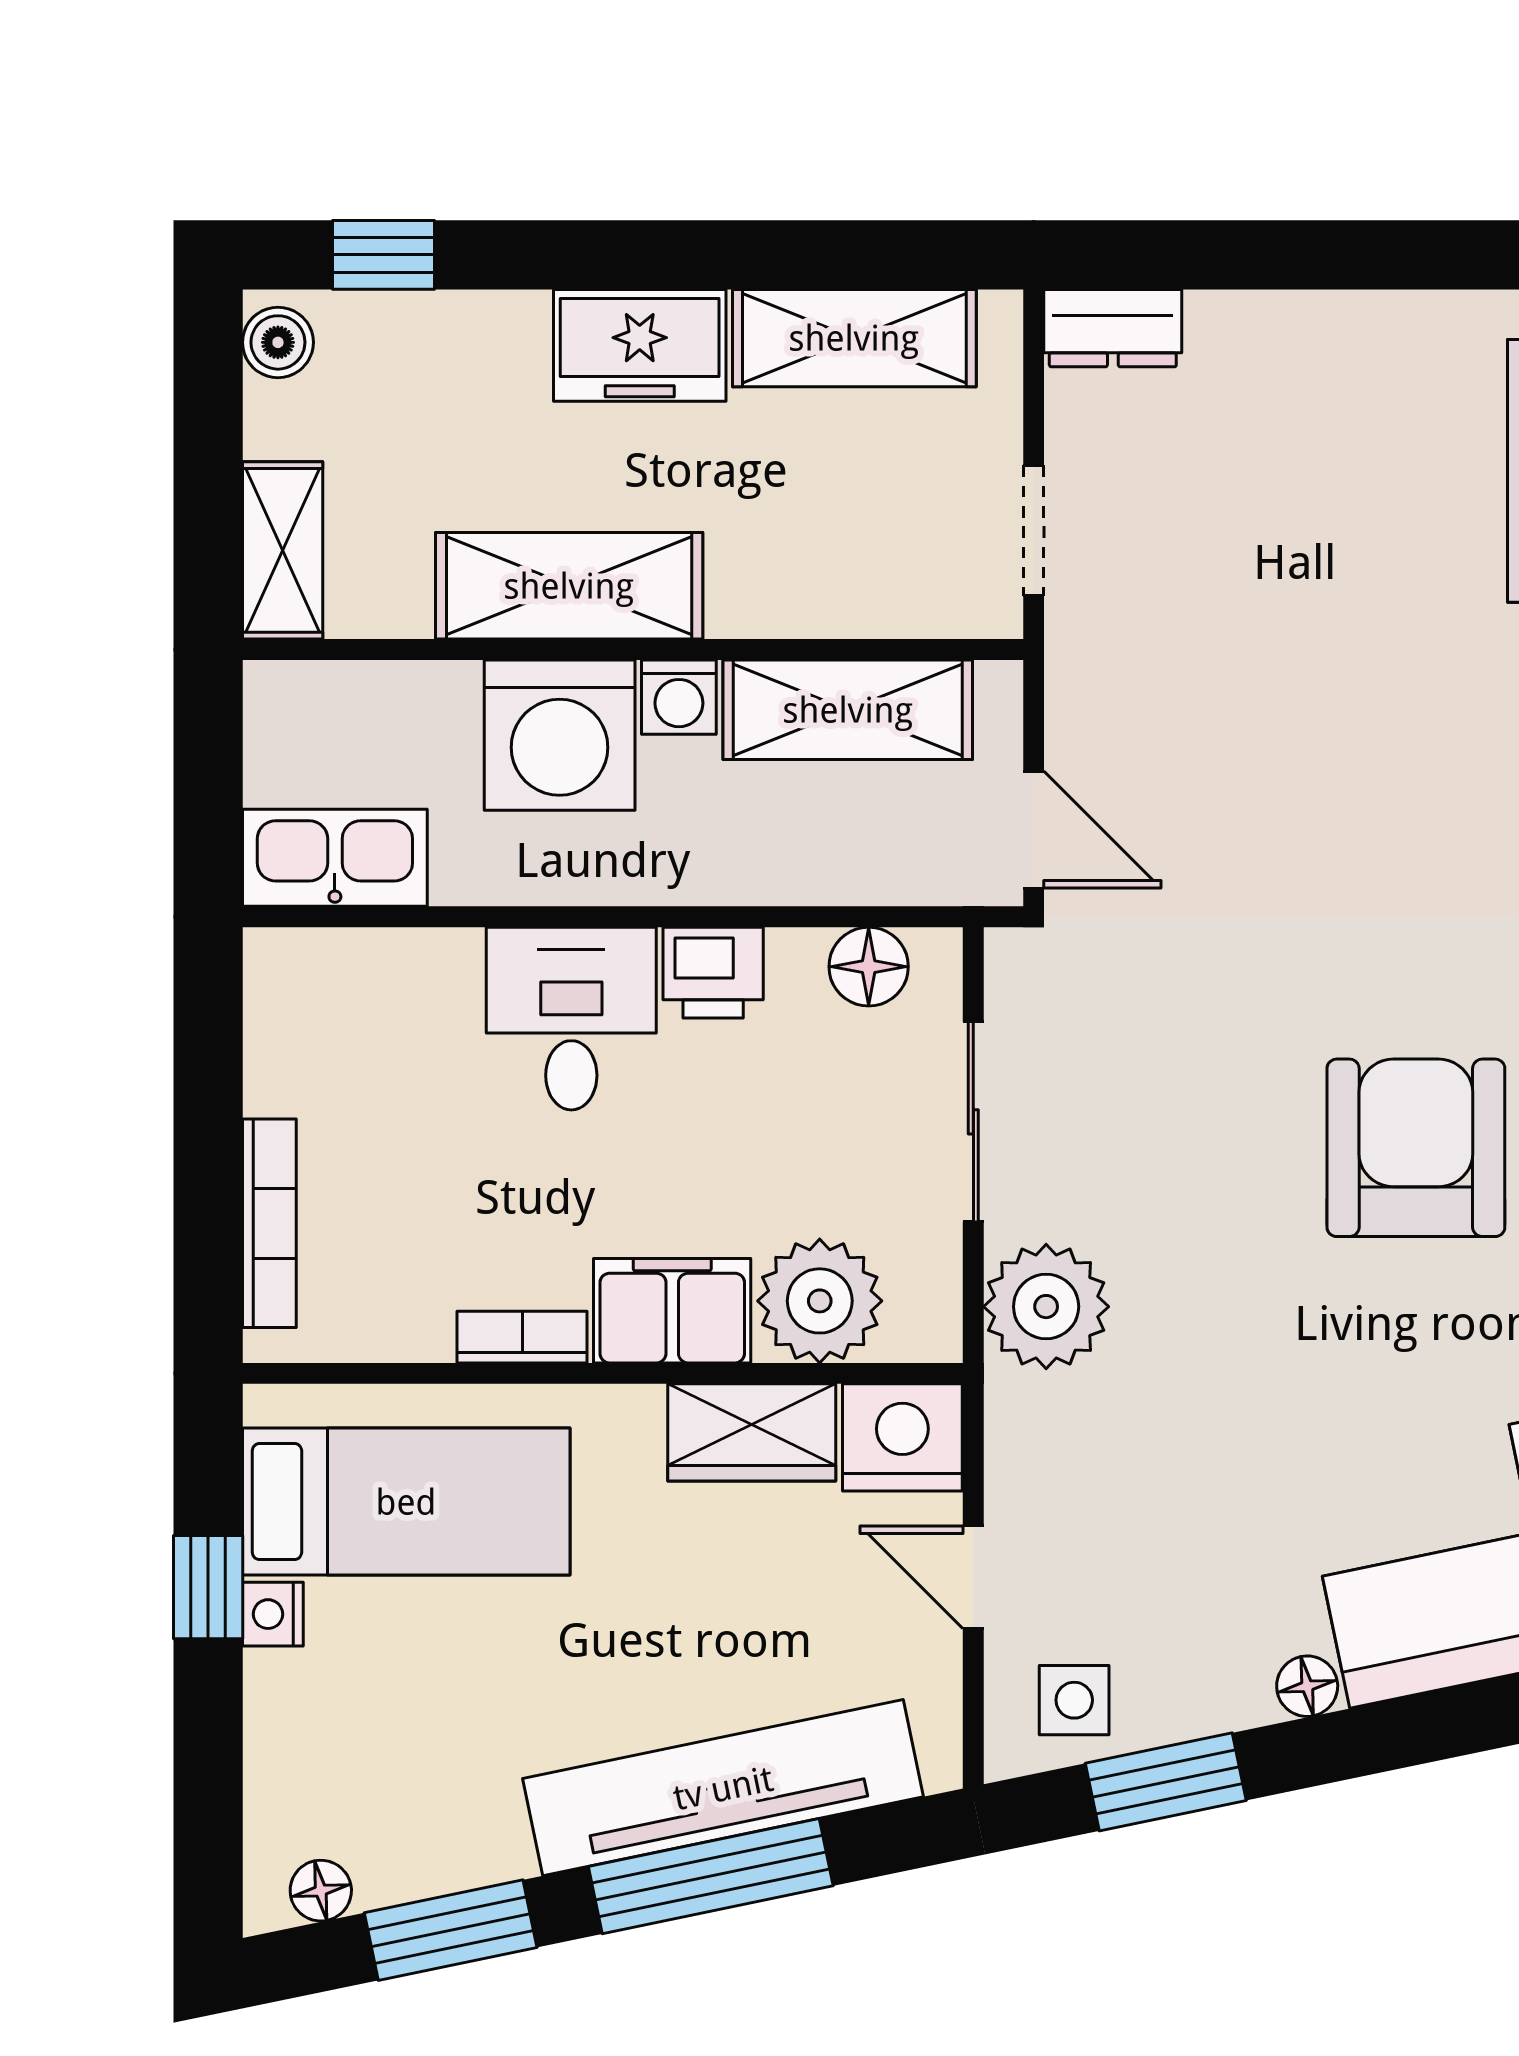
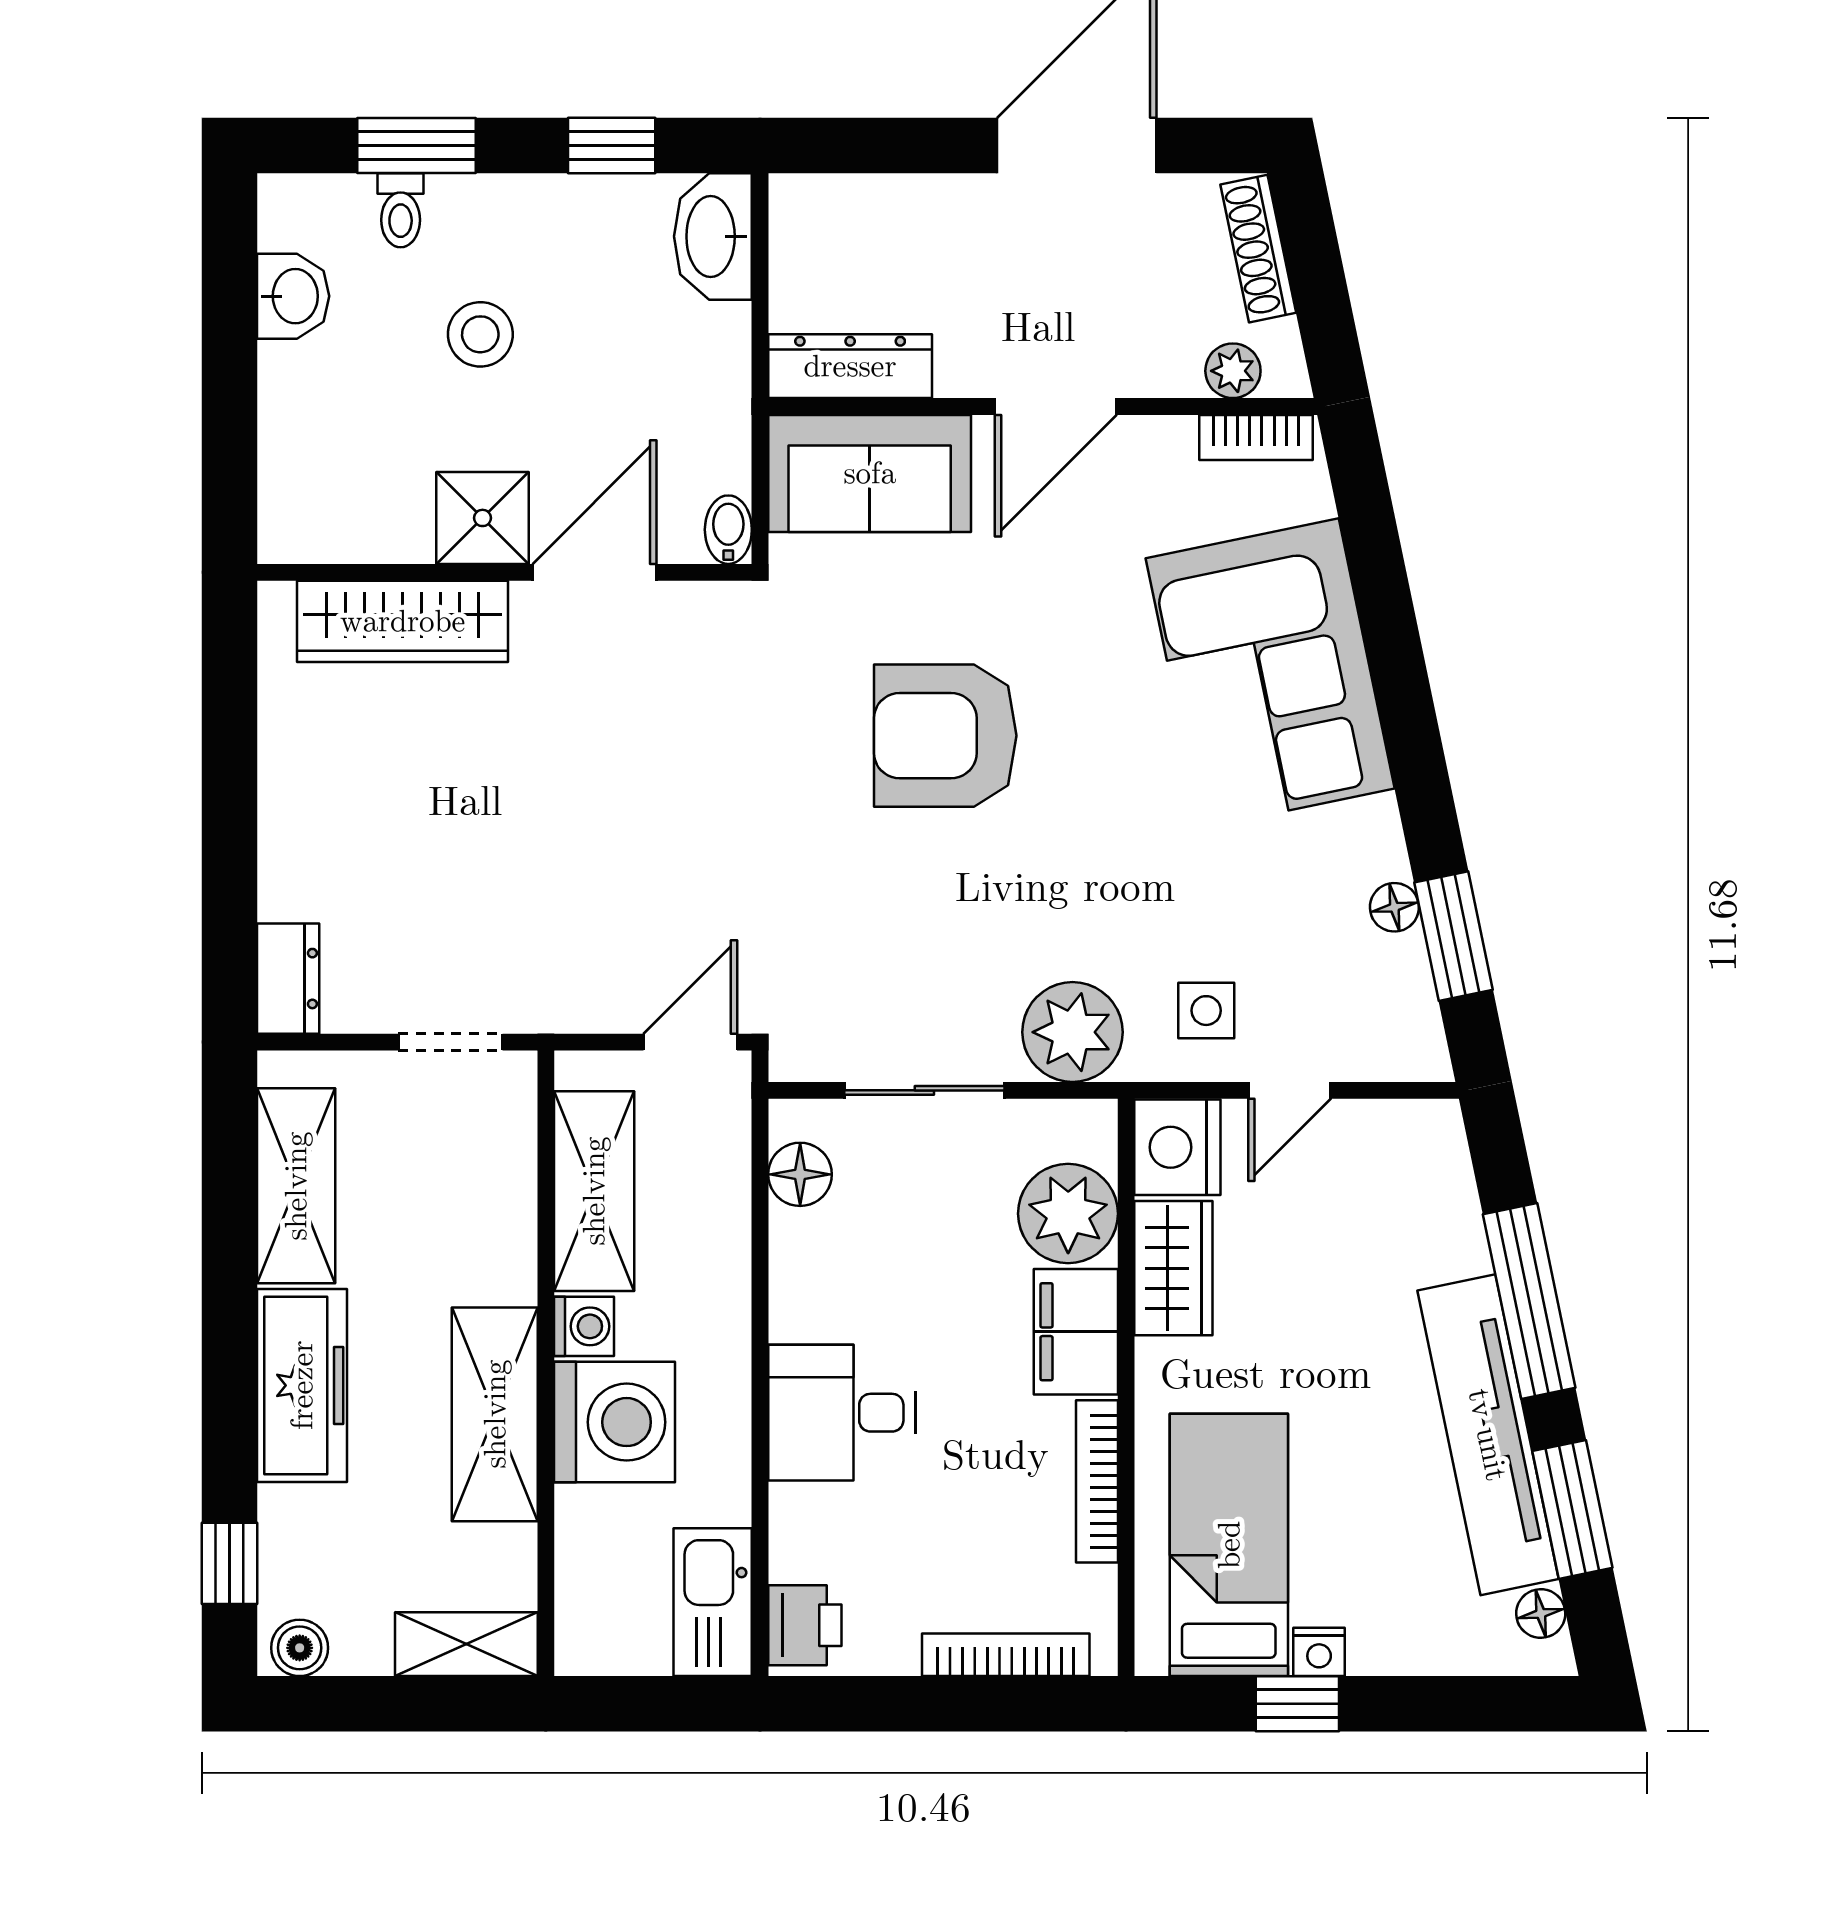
freezer: (640, 345) -> (302, 1385), width x1.40
printer: (713, 973) -> (805, 1625), moved
bookcase: (522, 1337) -> (1097, 1481), width x1.56
floor lamp: (1307, 1686) -> (1394, 907), moved
side table: (1074, 1700) -> (1206, 1011), moved
tv unit: (723, 1788) -> (1488, 1435), moved

